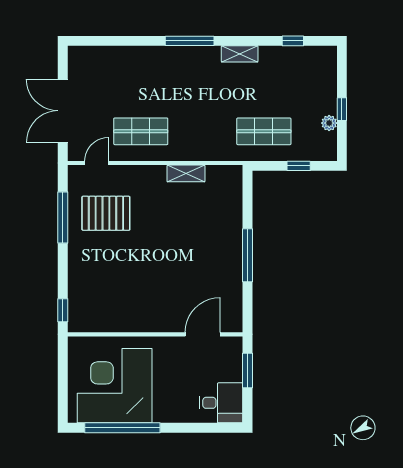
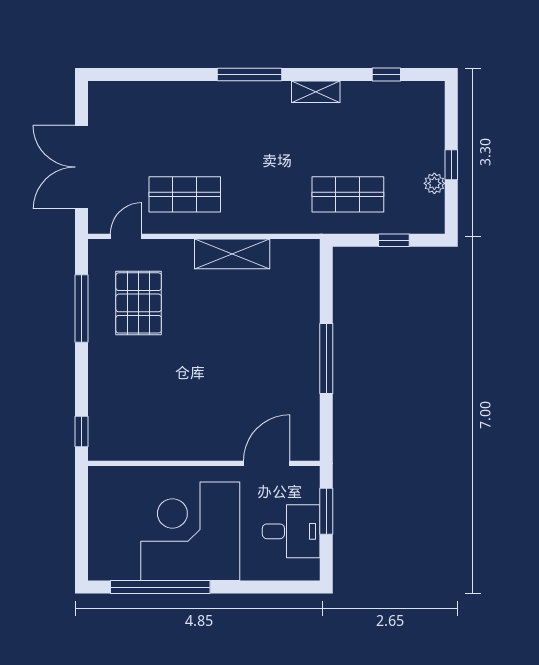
shelving: (186, 173) -> (232, 254), width x1.50, depth x1.33
pallet: (106, 213) -> (139, 303), turned 90
corner desk: (115, 386) -> (190, 531), moved
desk: (221, 403) -> (291, 531), moved

